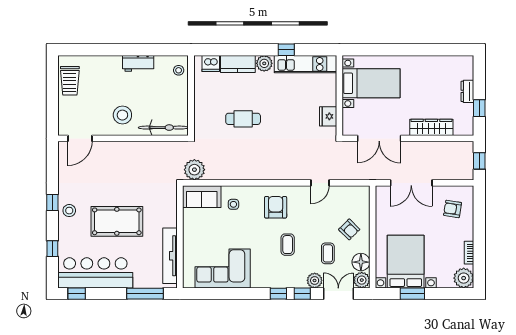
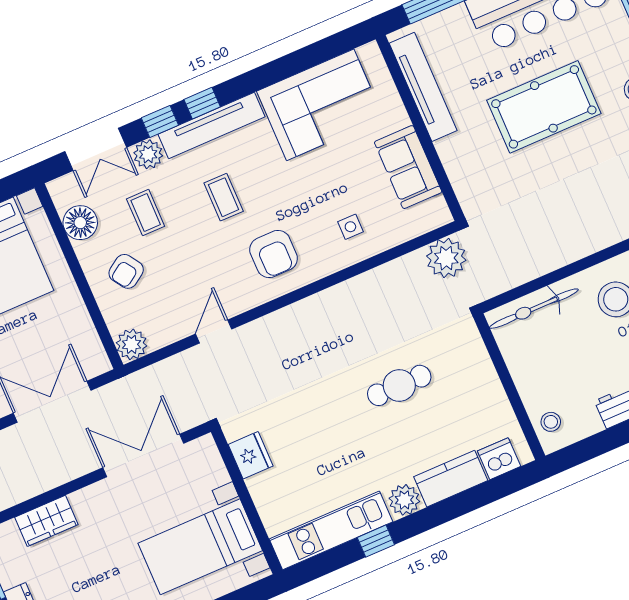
wardrobe: (431, 127) -> (46, 521), width x0.67
sofa: (202, 197) -> (408, 167), moved, turned -90
armchair: (349, 229) -> (126, 271), turned -79
plant: (362, 280) -> (132, 344), moved
tv unit: (279, 281) -> (211, 125), added

